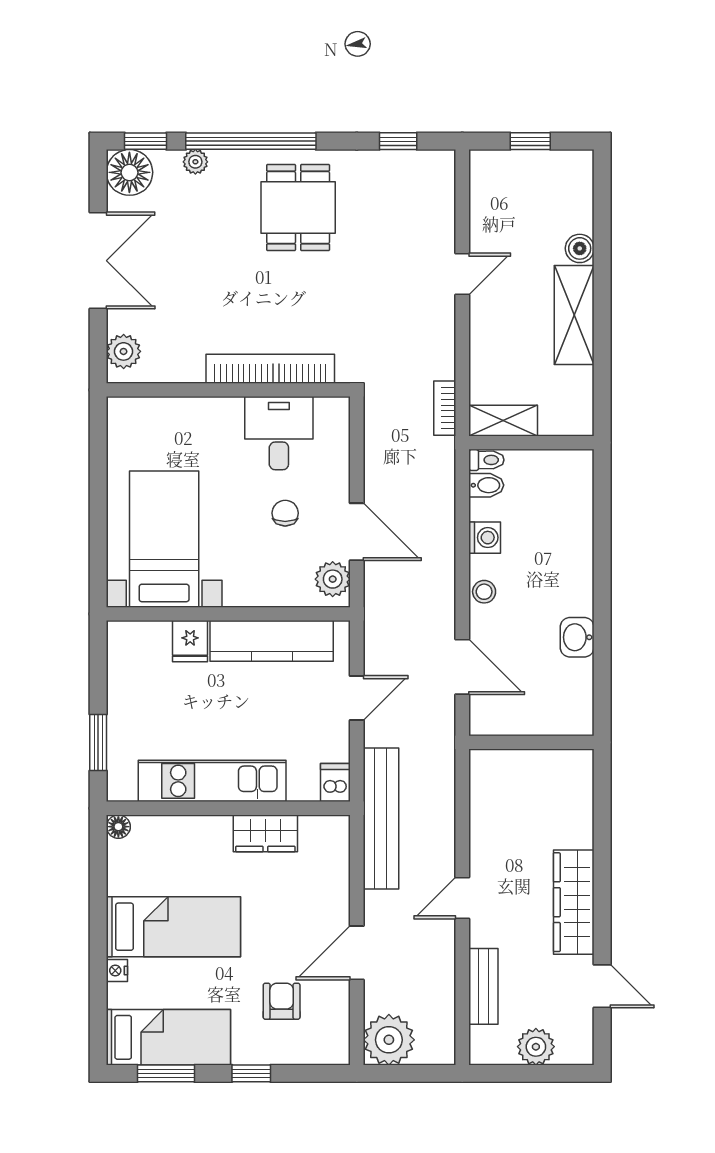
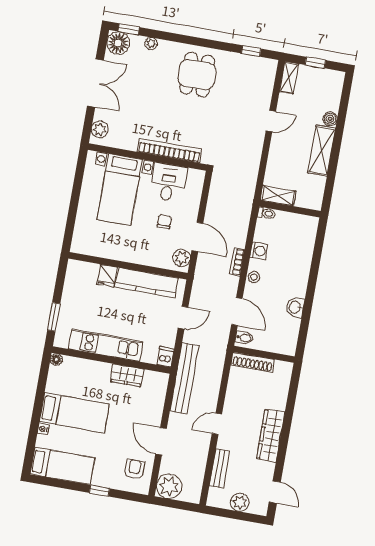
window: (251, 141) -> (180, 38), removed
shelving: (483, 181) -> (289, 78), added
bookcase: (445, 408) -> (237, 262), moved
bidet: (486, 485) -> (244, 338), moved
bed with nightstands: (164, 539) -> (120, 190), moved, turned 180
shoe rack: (512, 762) -> (253, 362), added
door: (357, 953) -> (161, 441), hinge flipped
door: (602, 986) -> (275, 492), moved
armchair: (282, 1001) -> (134, 469), moved
window: (166, 1073) -> (58, 483), removed

